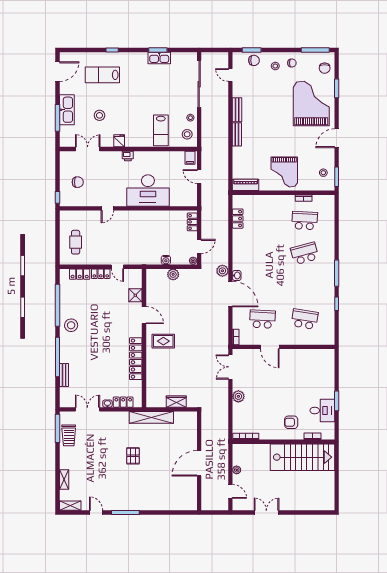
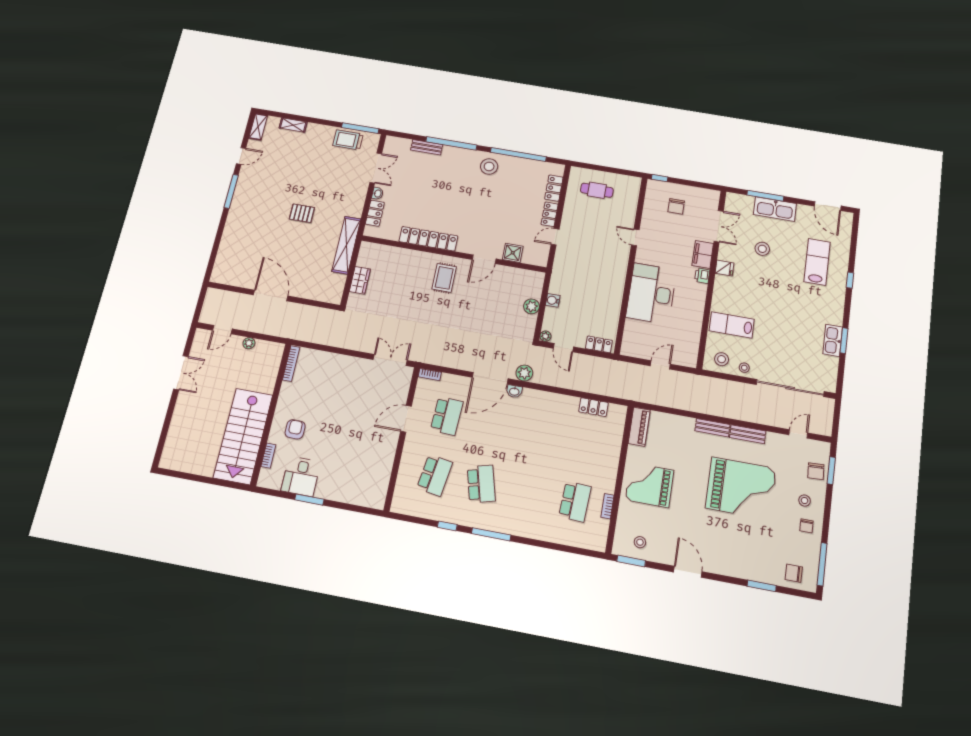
grand piano: (311, 103) -> (741, 488), moved
filing cabinet: (190, 158) -> (703, 254), moved, width x2.00
school desk: (305, 253) -> (481, 484), moved
plant: (238, 396) -> (348, 364), removed

